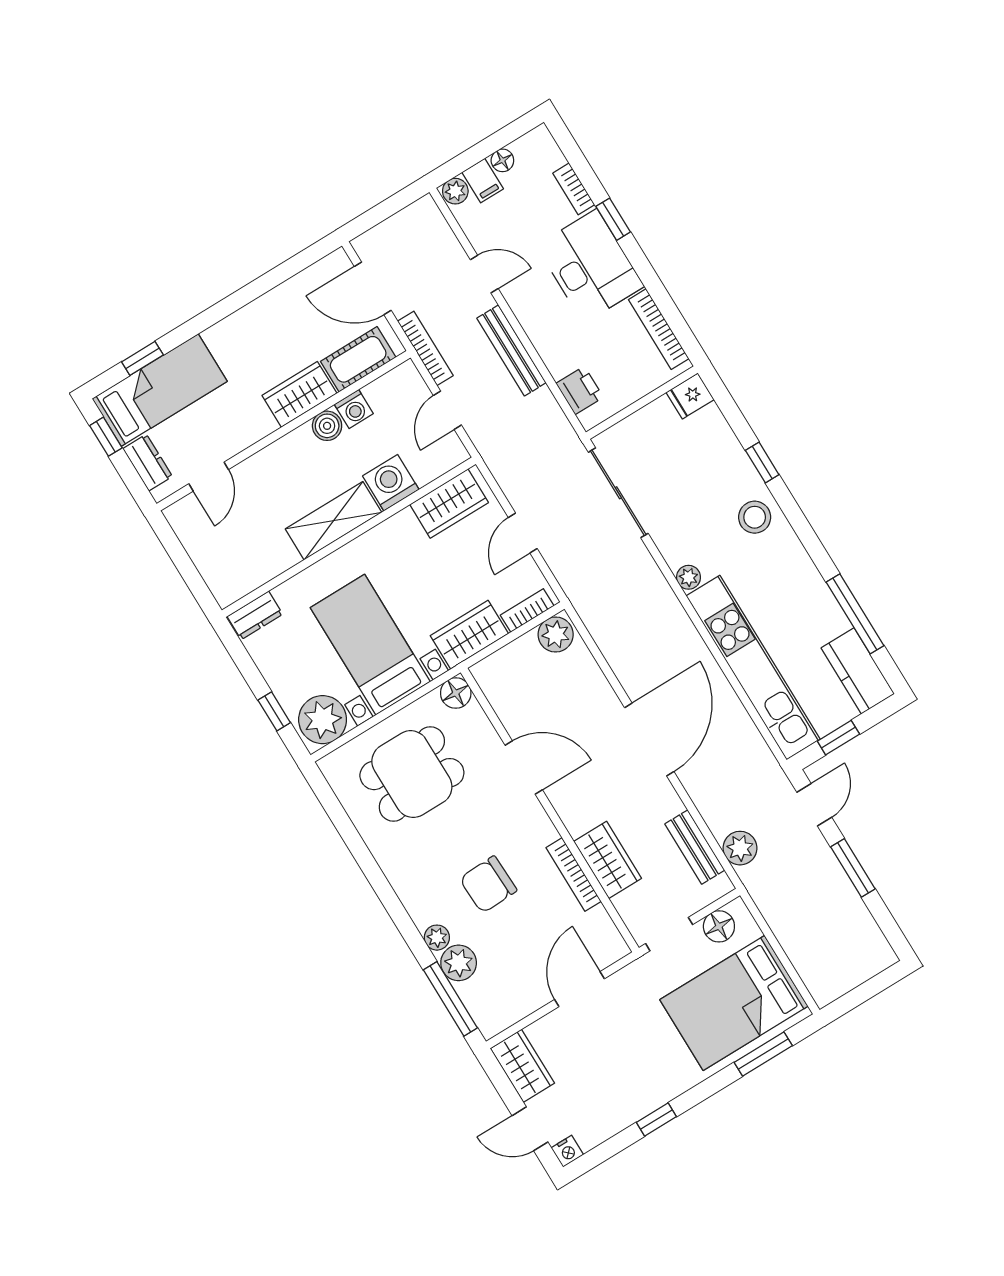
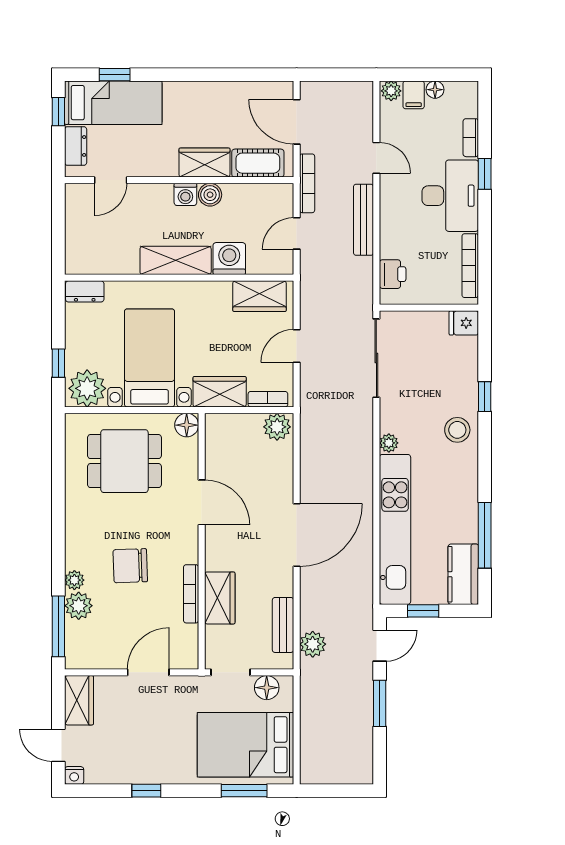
washing machine: (354, 409) -> (185, 194), moved

